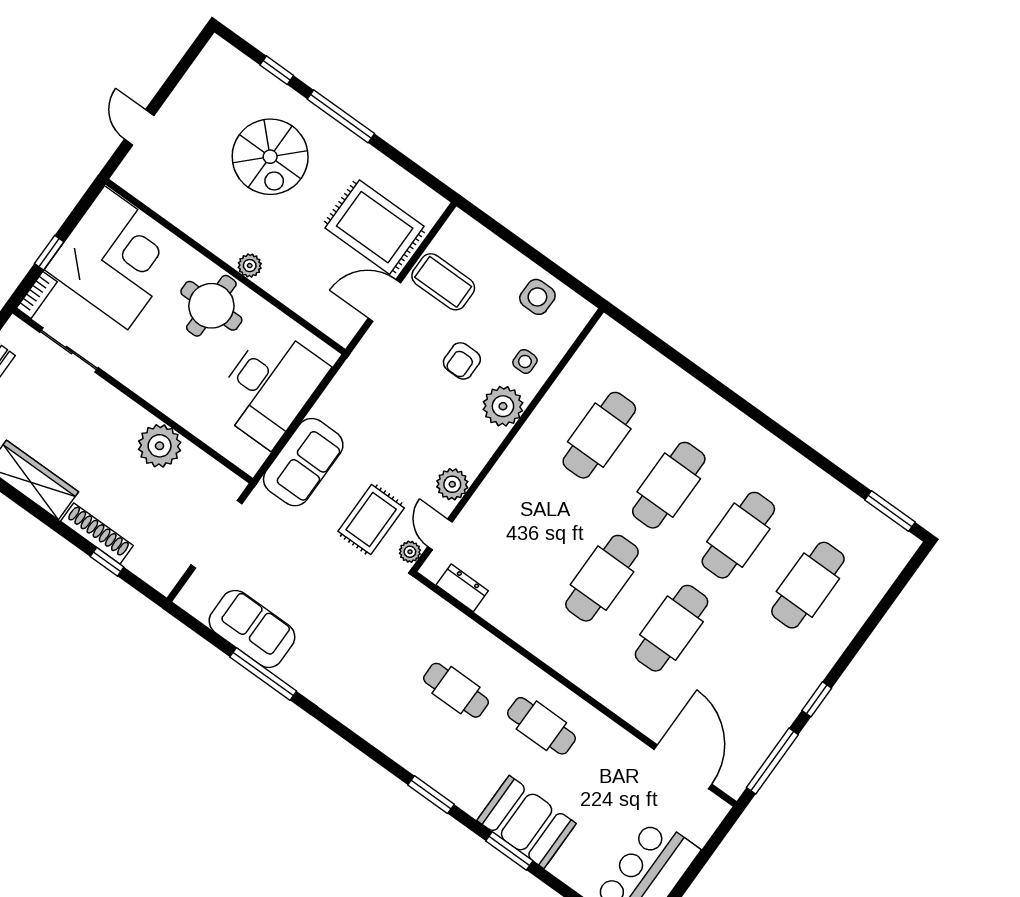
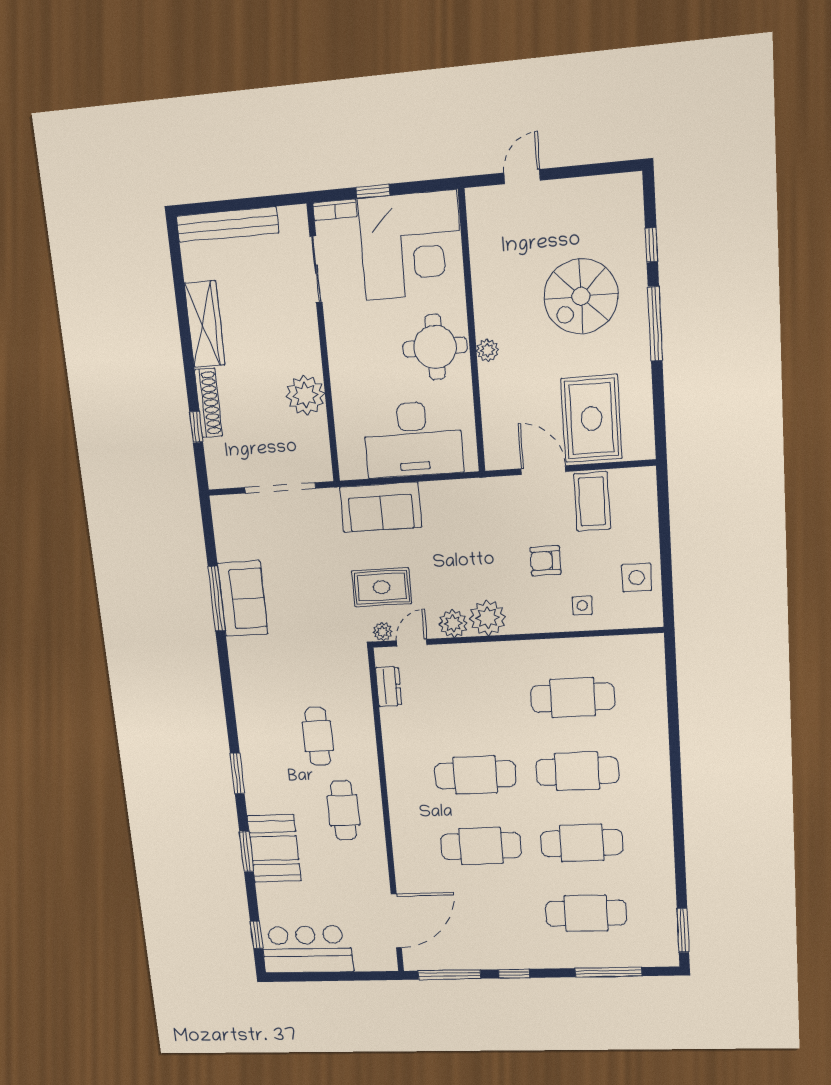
plant: (503, 406) -> (487, 618), moved
window: (880, 611) -> (609, 972), added
sofa: (252, 629) -> (243, 599), moved

